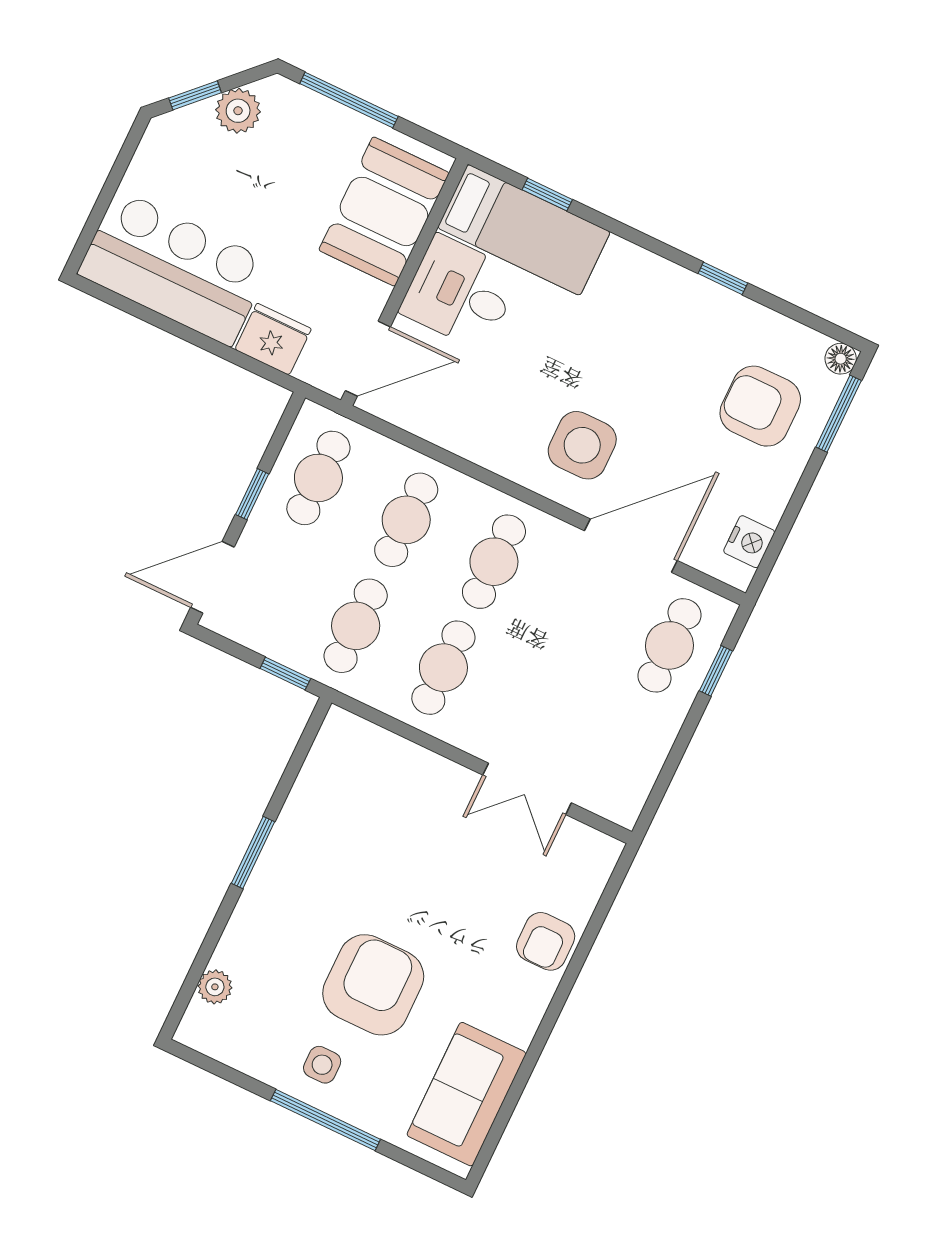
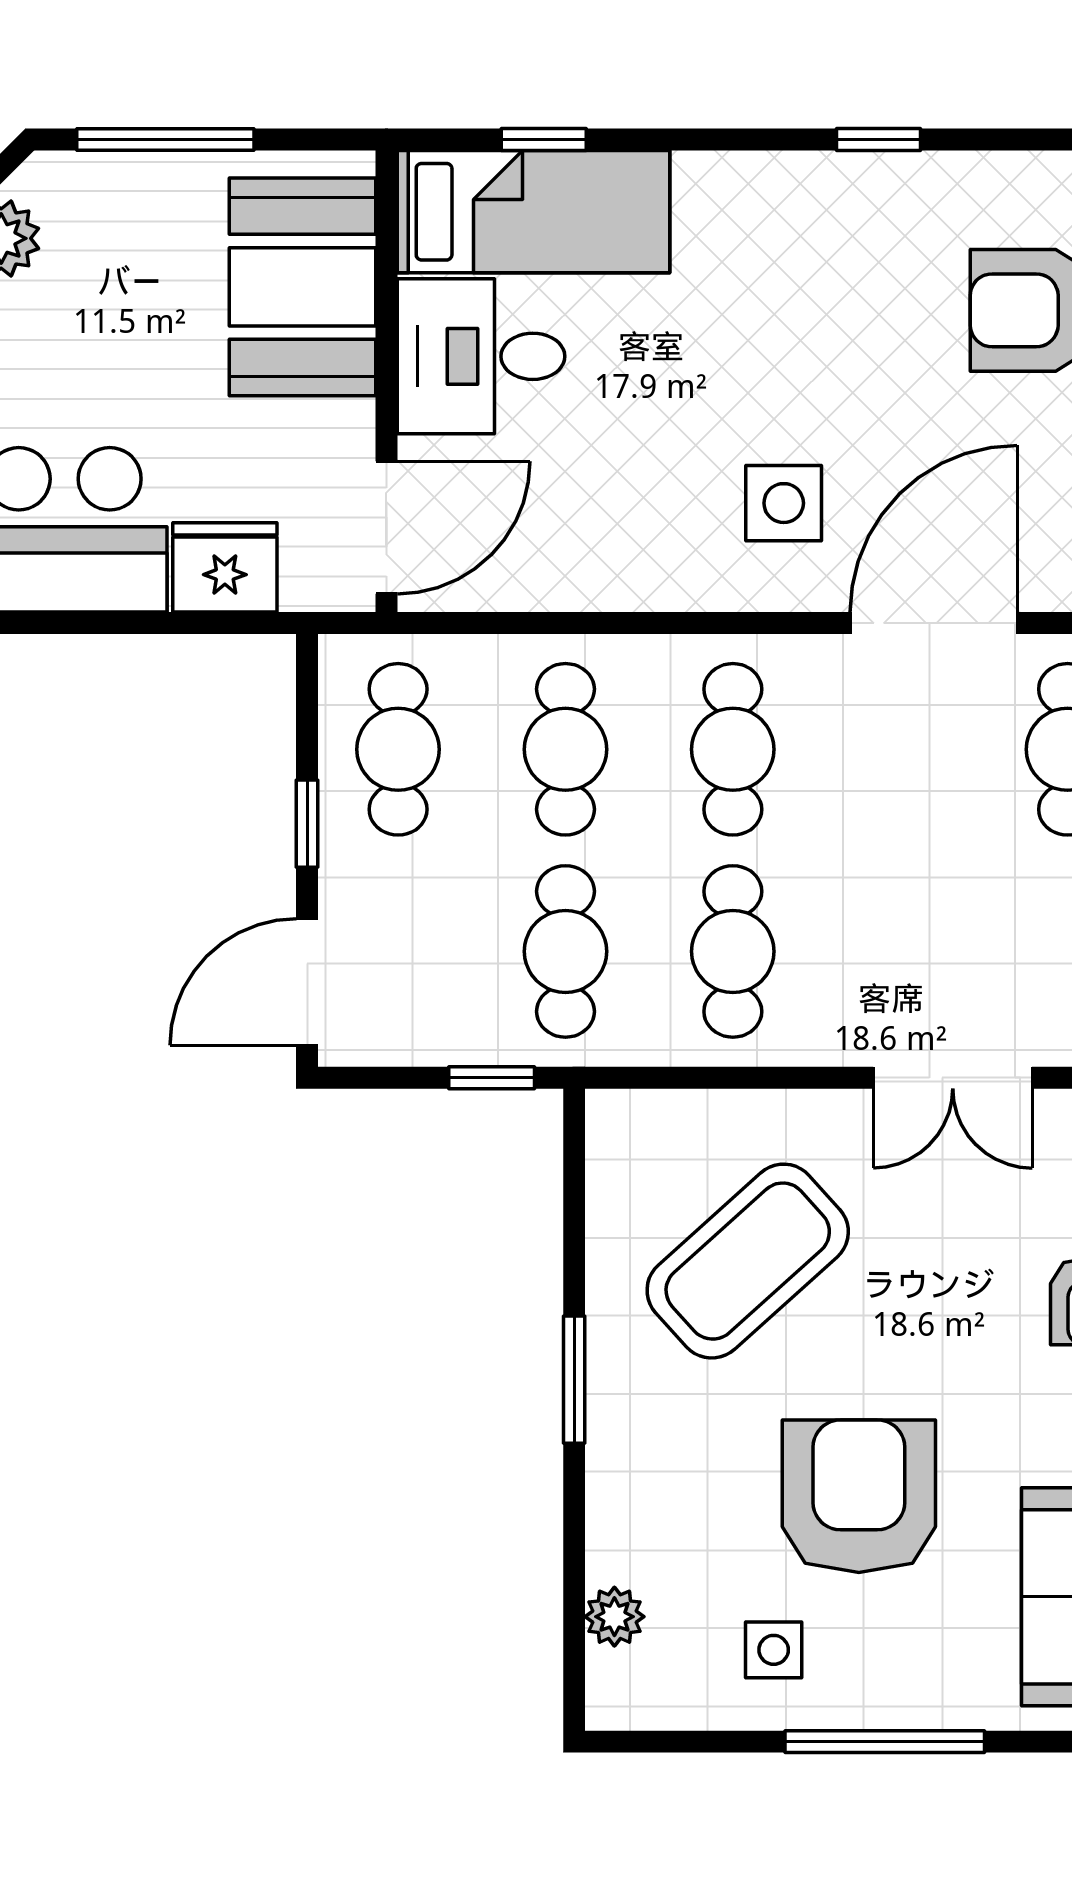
side table: (582, 445) -> (784, 503), width x0.73, depth x0.73
coffee table: (374, 834) -> (748, 1261), added
side table: (322, 1065) -> (774, 1650), moved

